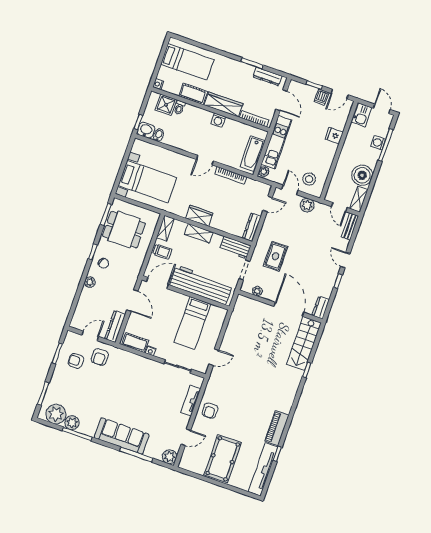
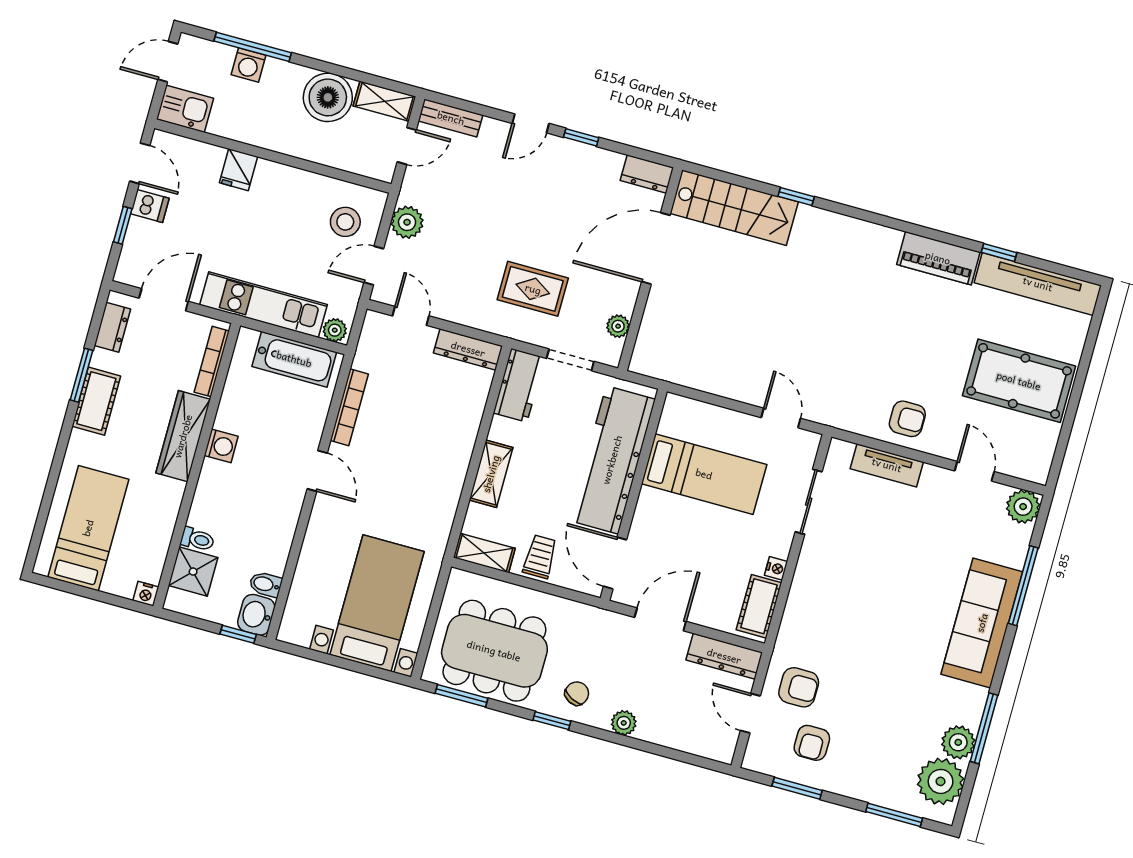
dresser: (267, 76) -> (112, 327), width x0.70
cot: (193, 94) -> (96, 401), moved
wardrobe: (199, 216) -> (450, 475), removed
dining table: (124, 230) -> (494, 651), width x1.38

